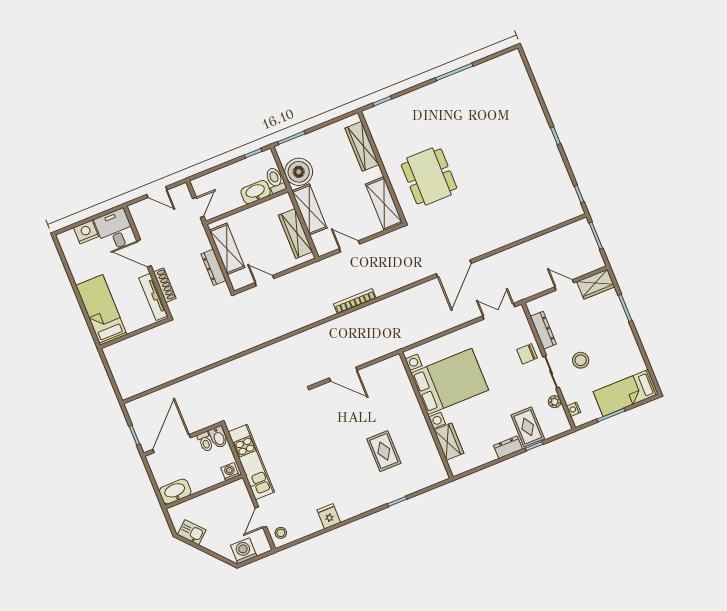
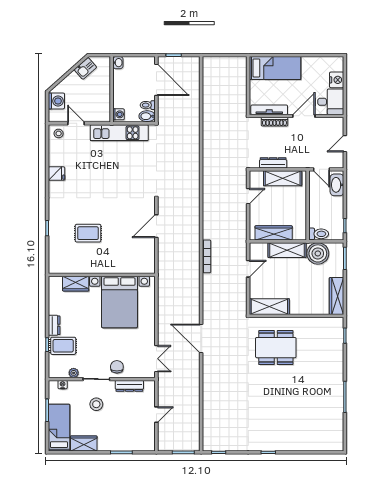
wardrobe: (362, 146) -> (337, 296), moved, turned -90
washbasin: (256, 192) -> (337, 185), moved, turned 180
wardrobe: (596, 284) -> (84, 443), moved, turned 90
washbasin: (175, 492) -> (118, 63), width x0.52, depth x0.69

